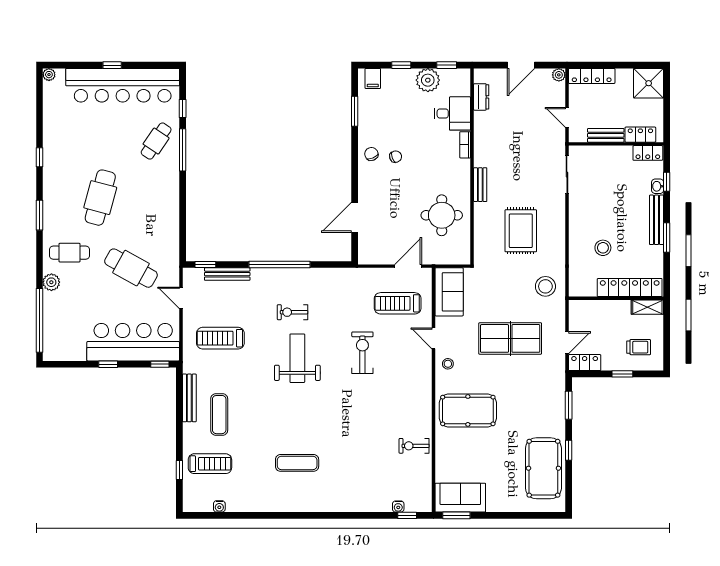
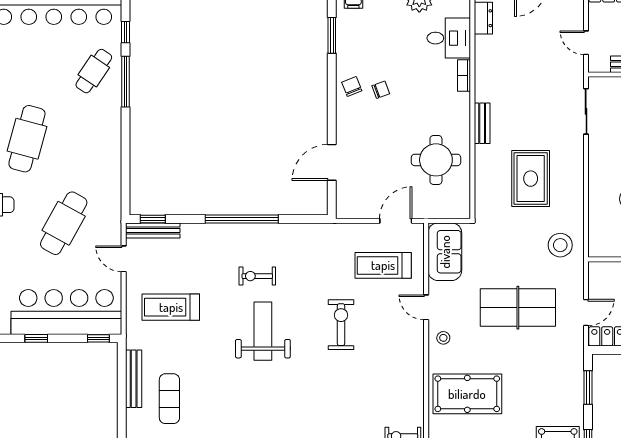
cafe table: (131, 268) -> (64, 223), turned 90
bench: (227, 274) -> (153, 230), moved

